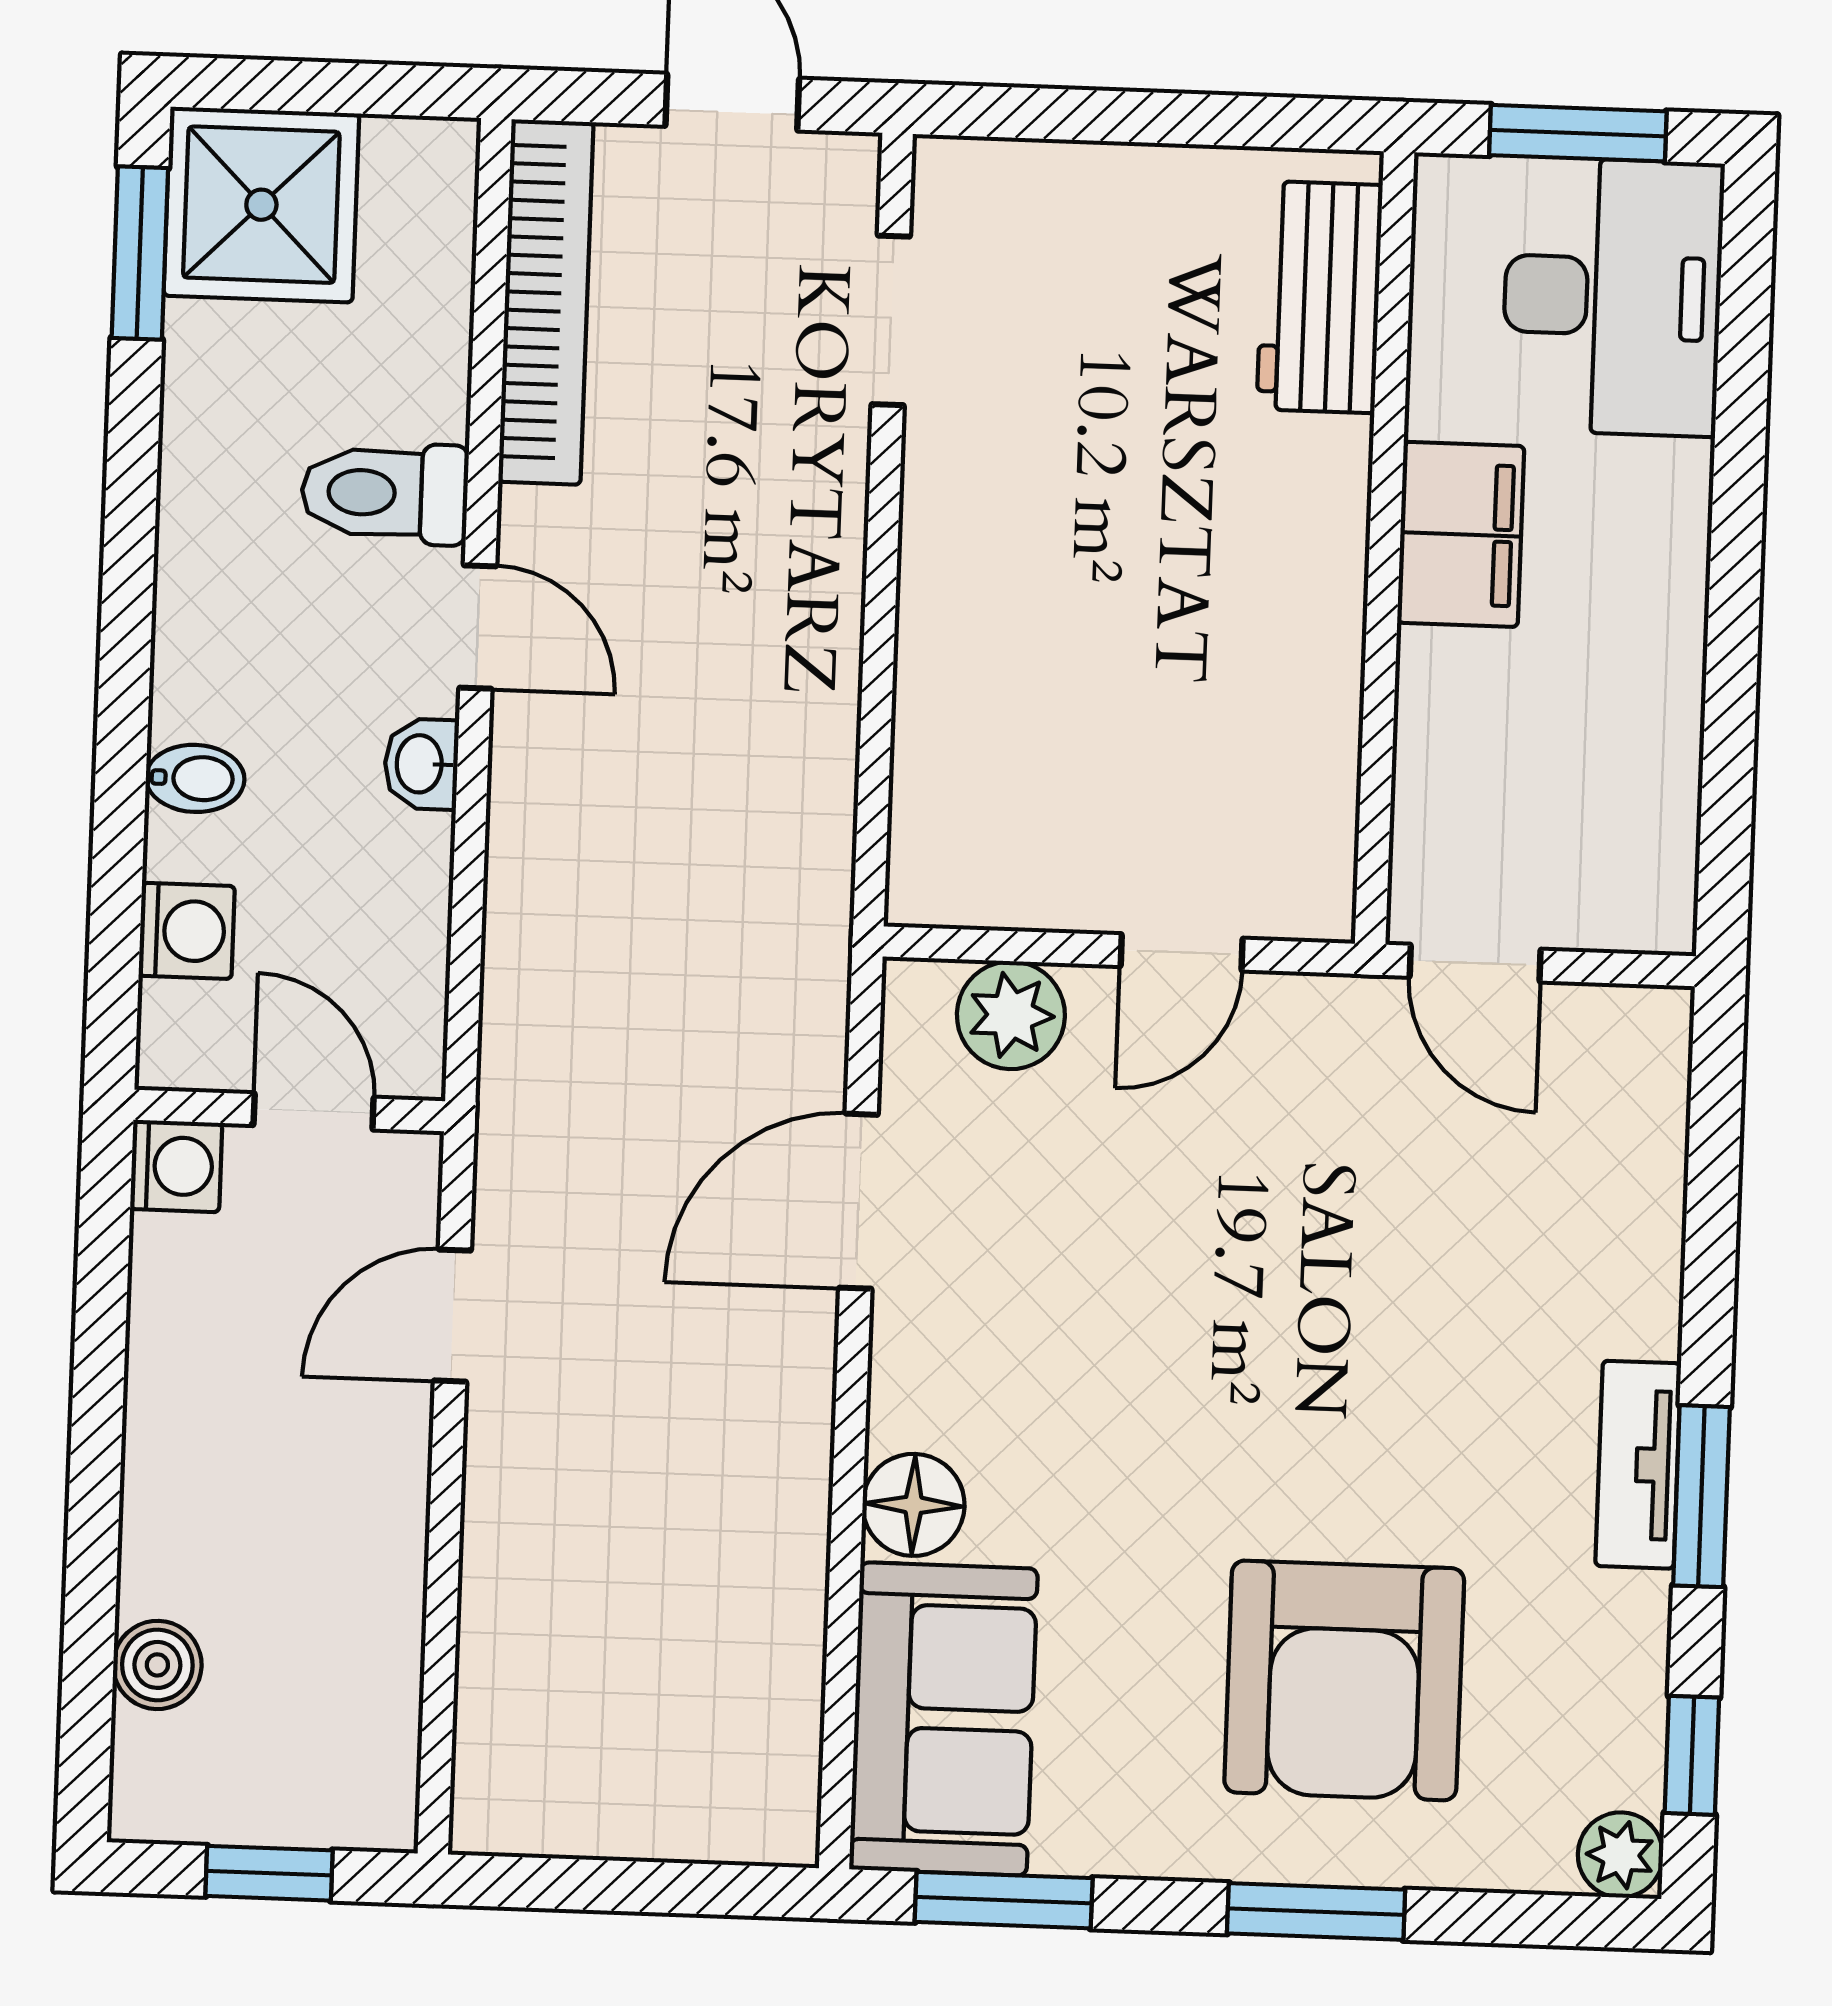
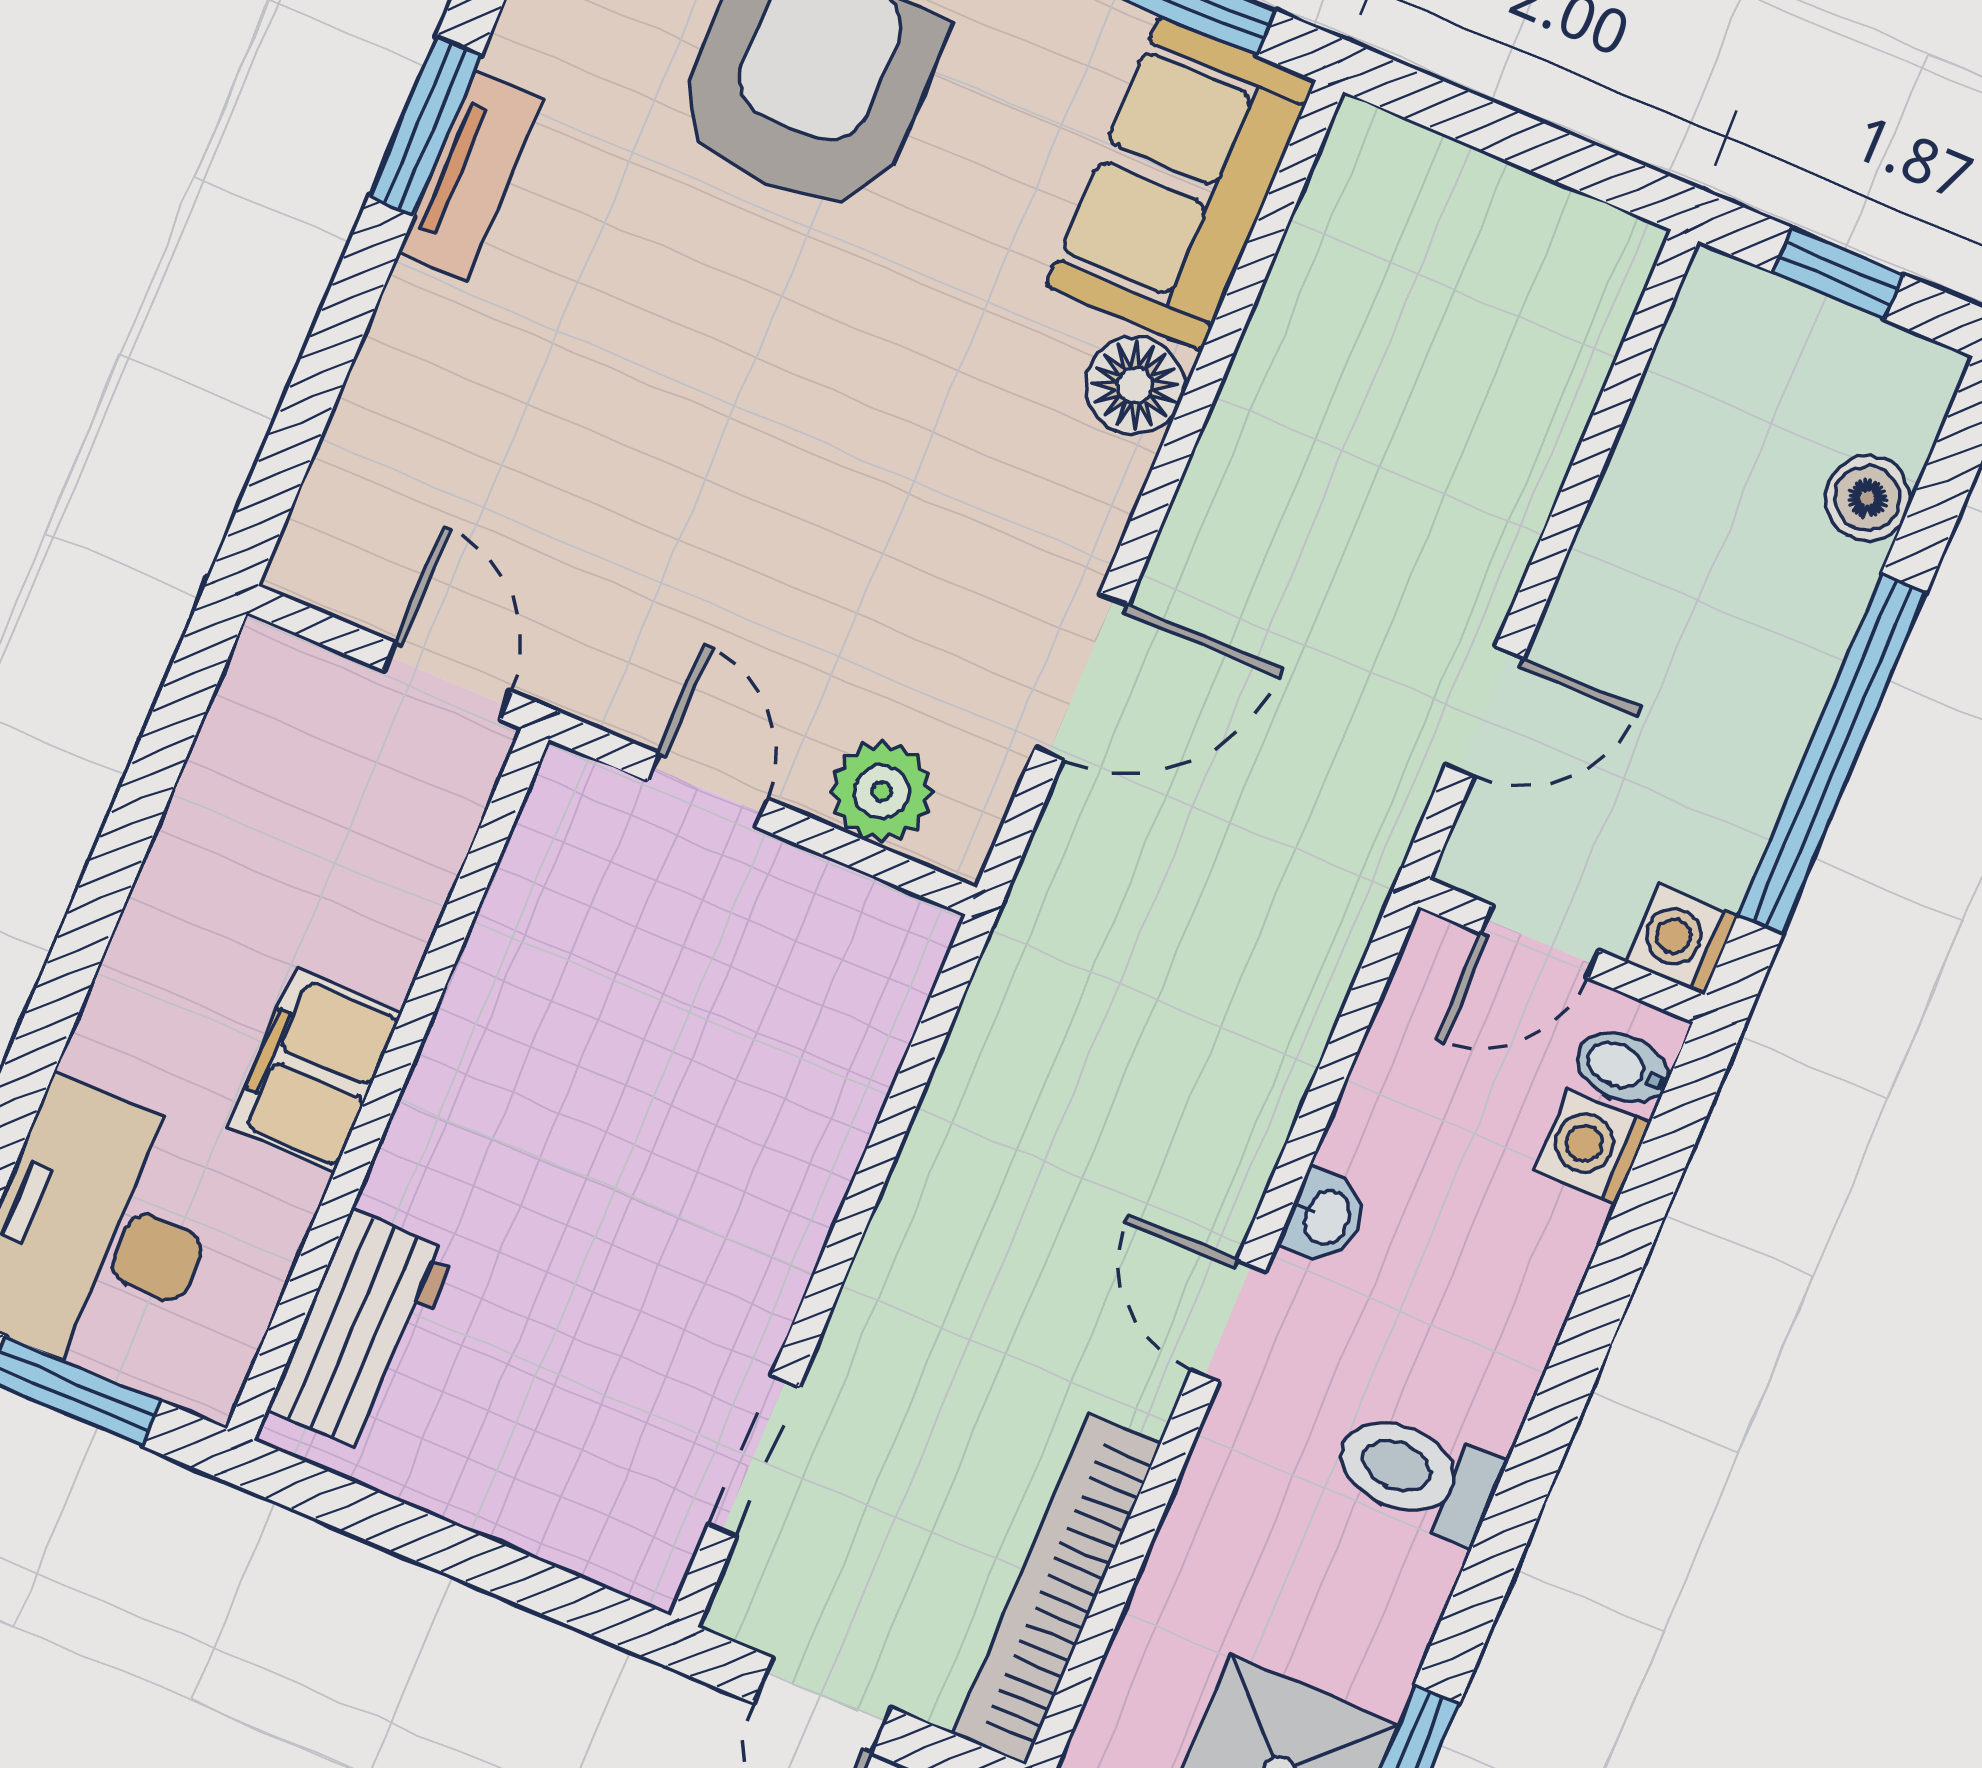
toilet: (385, 493) -> (1417, 1475), moved, turned 180
bidet: (195, 778) -> (1623, 1068), moved
door: (1182, 952) -> (707, 790), hinge flipped
door: (314, 1111) -> (1540, 942), hinge flipped
window: (98, 1403) -> (1832, 754), added

